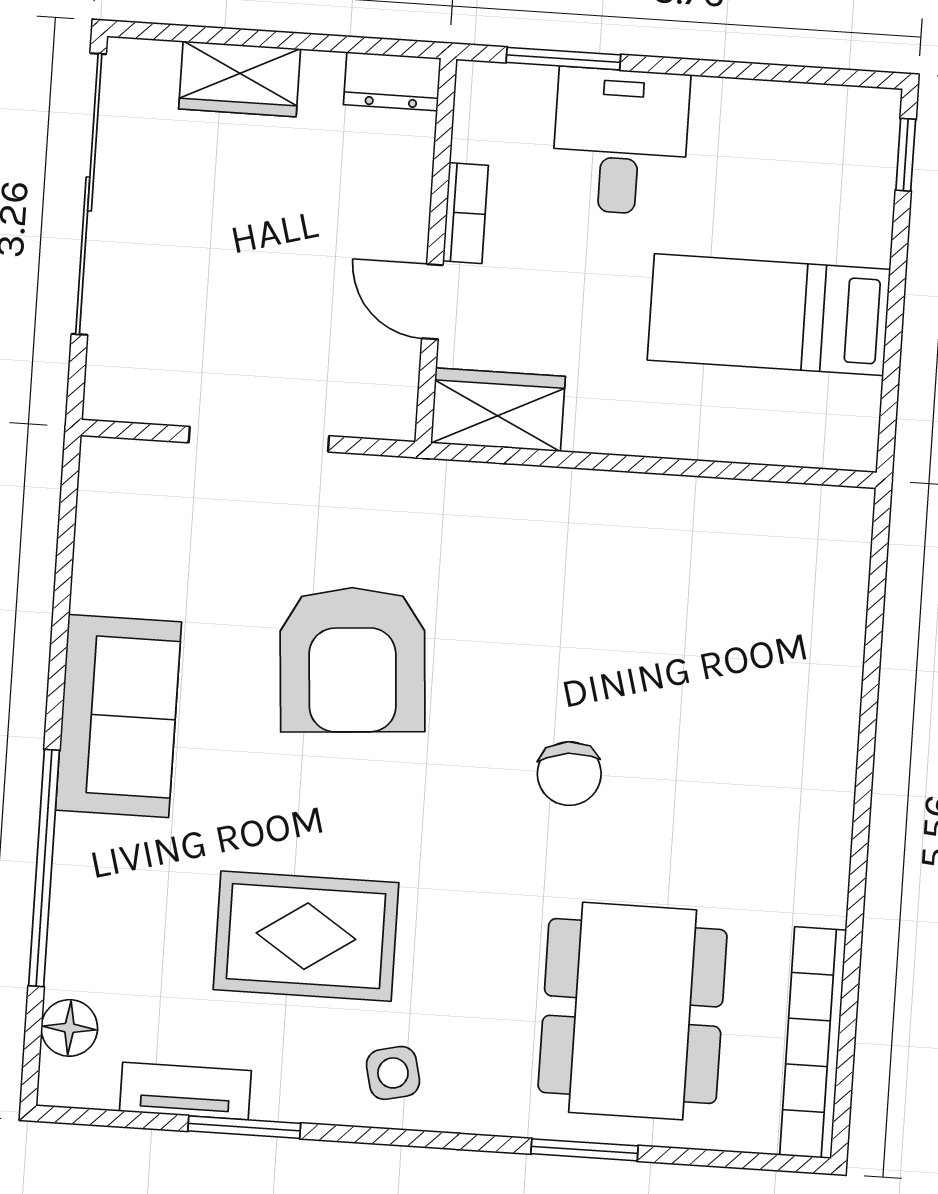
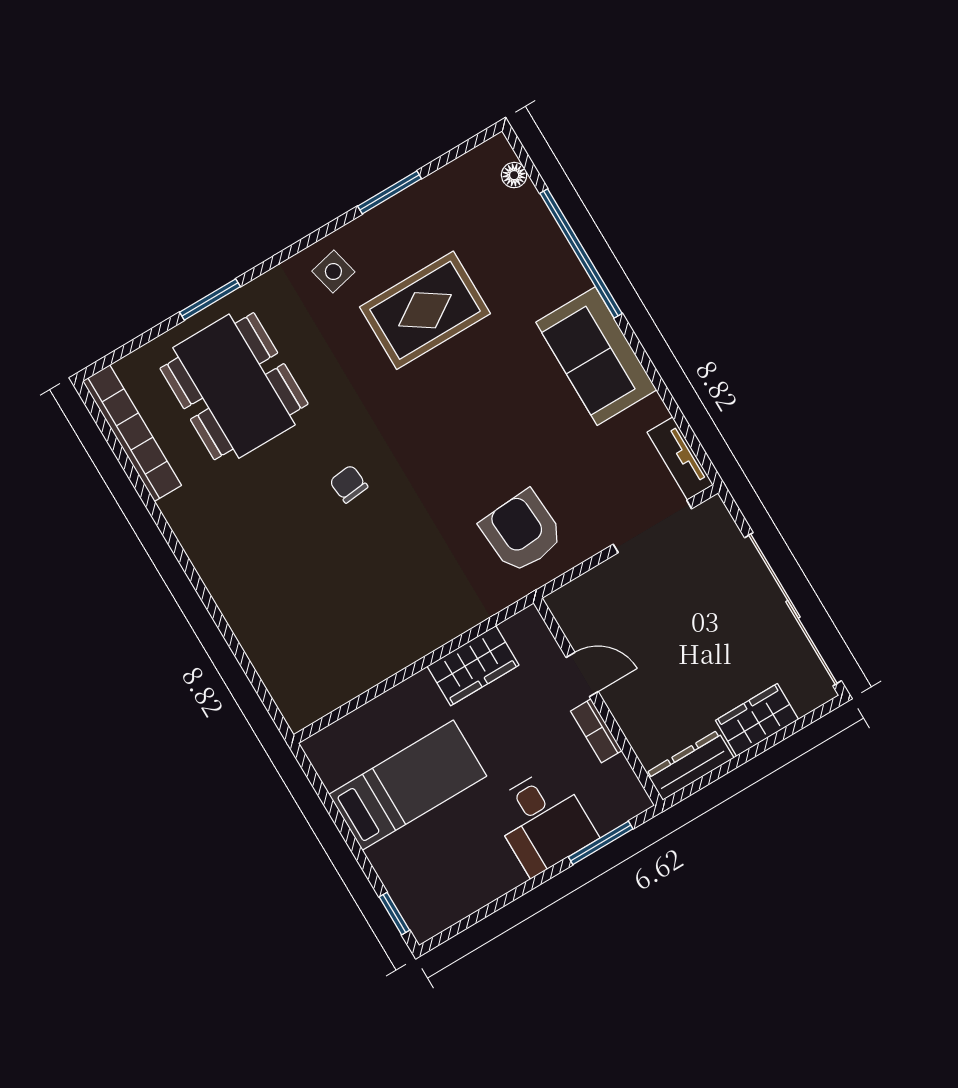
dresser: (392, 81) -> (690, 765), width x1.44
wardrobe: (498, 410) -> (473, 666), moved
doorway: (259, 439) -> (652, 526), moved
armchair: (352, 660) -> (522, 532), moved, width x0.73, depth x0.73
chair: (569, 774) -> (349, 484), width x0.73, depth x0.73
floor lamp: (69, 1028) -> (514, 175), width x0.73, depth x0.73
tv unit: (185, 1091) -> (680, 458), moved, turned 90

